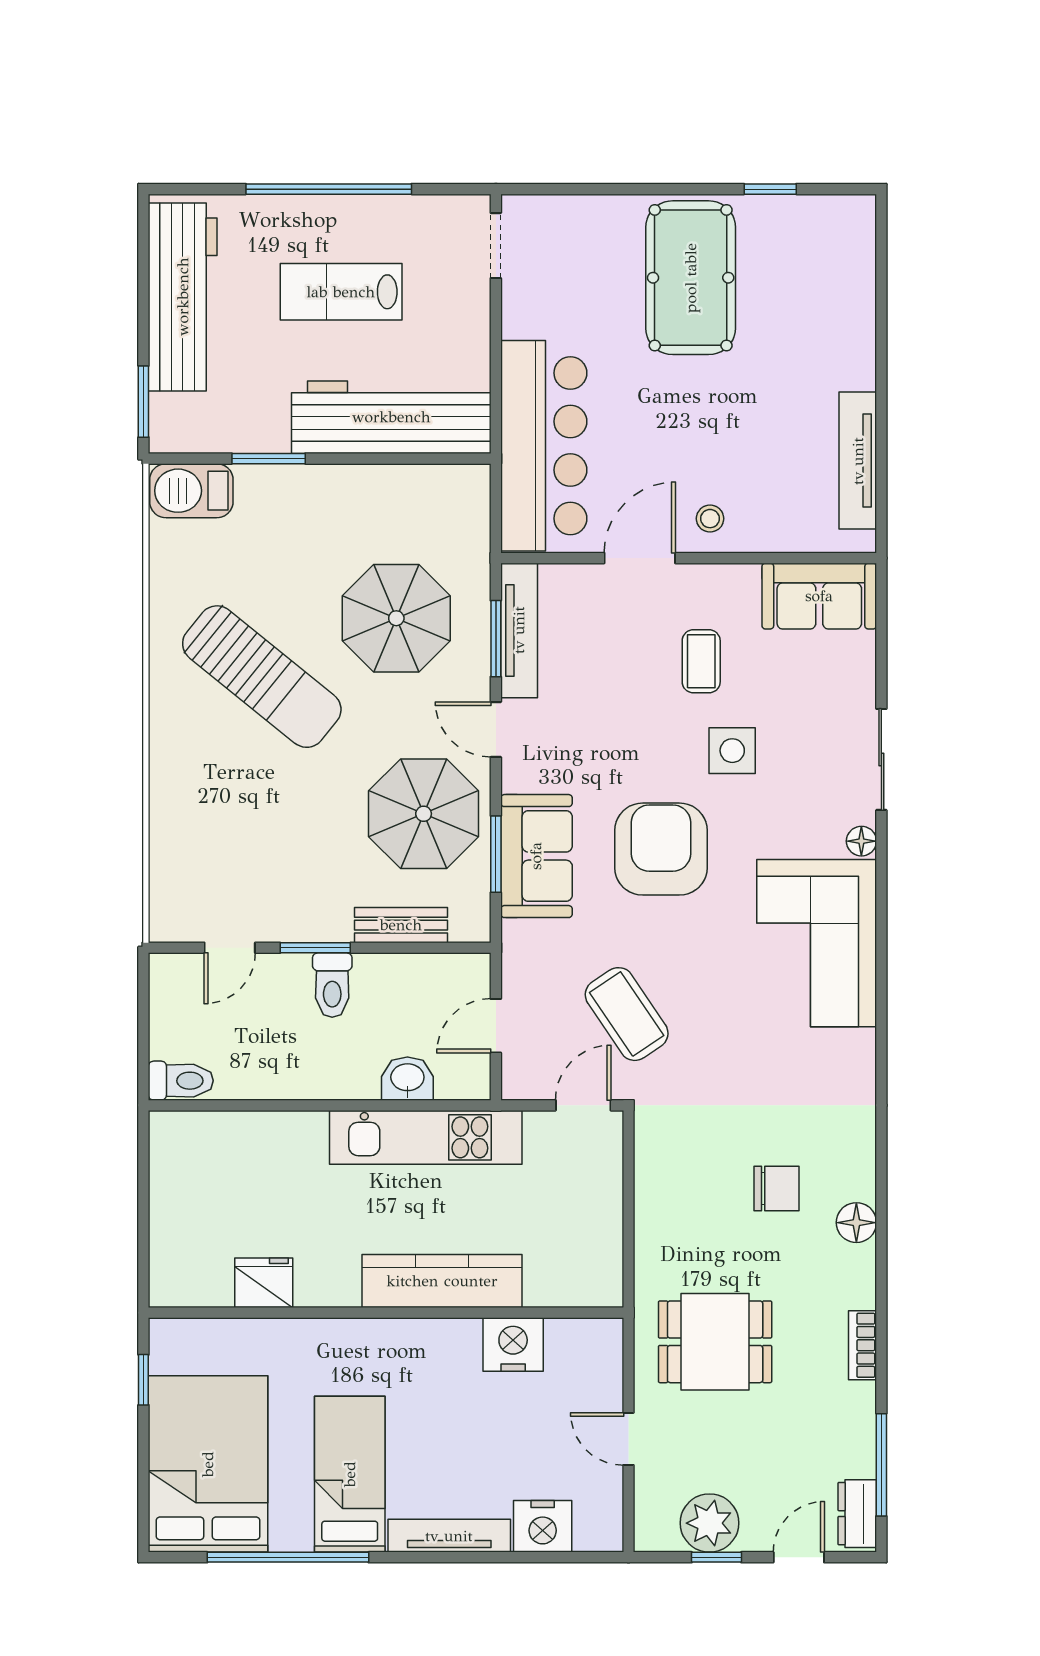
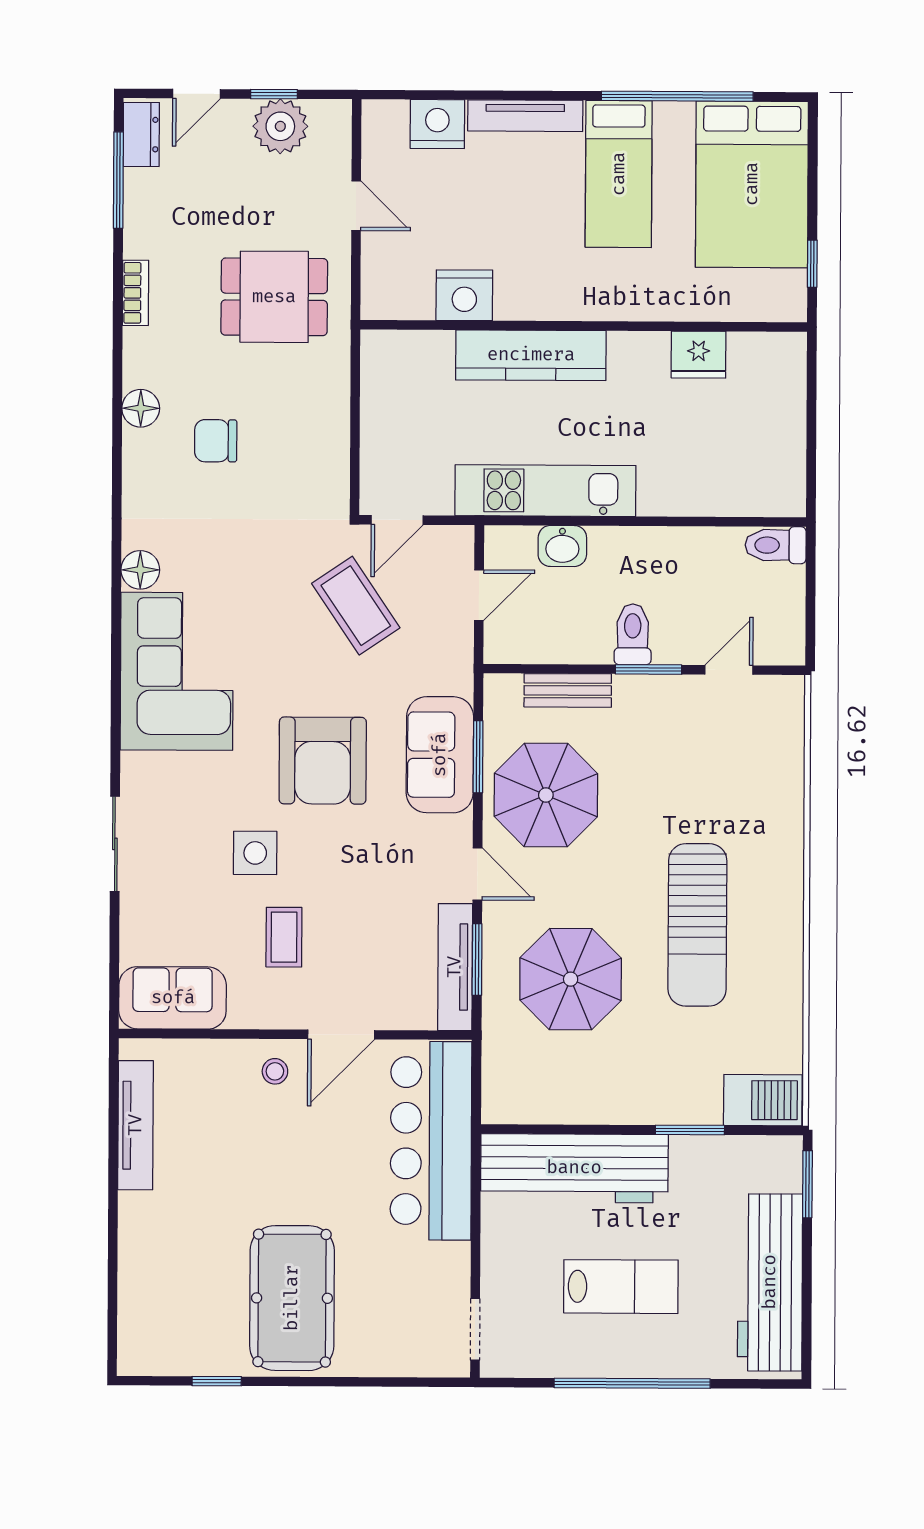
sun lounger: (262, 677) -> (697, 925), turned -129
floor lamp: (861, 841) -> (140, 570), moved, width x1.37, depth x1.37

